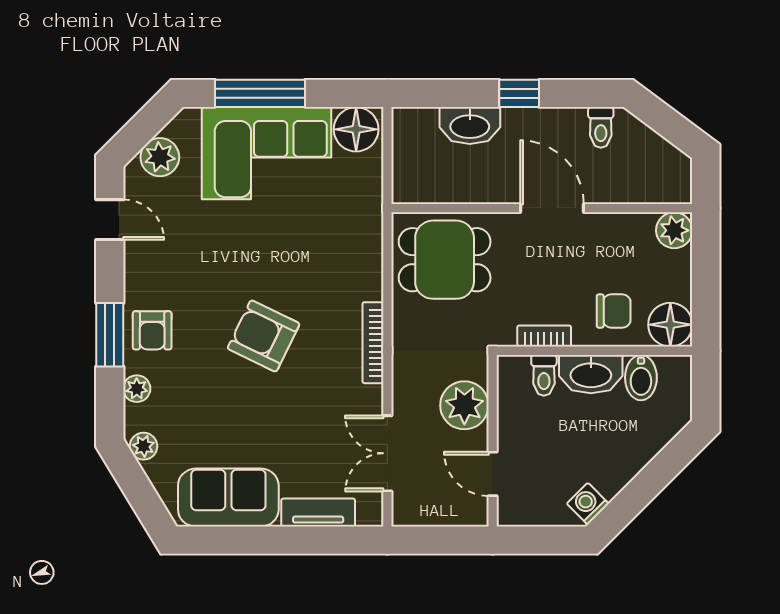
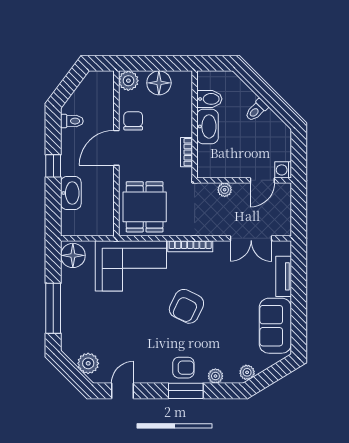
corner sofa: (266, 153) -> (131, 266), moved, turned 90
chair: (614, 311) -> (133, 121), moved
floor lamp: (670, 325) -> (159, 83), moved
toilet: (544, 375) -> (256, 110), moved, turned 135
plant: (464, 405) -> (225, 190), width x0.53, depth x0.53
washing machine: (588, 504) -> (283, 170), moved, turned 45

